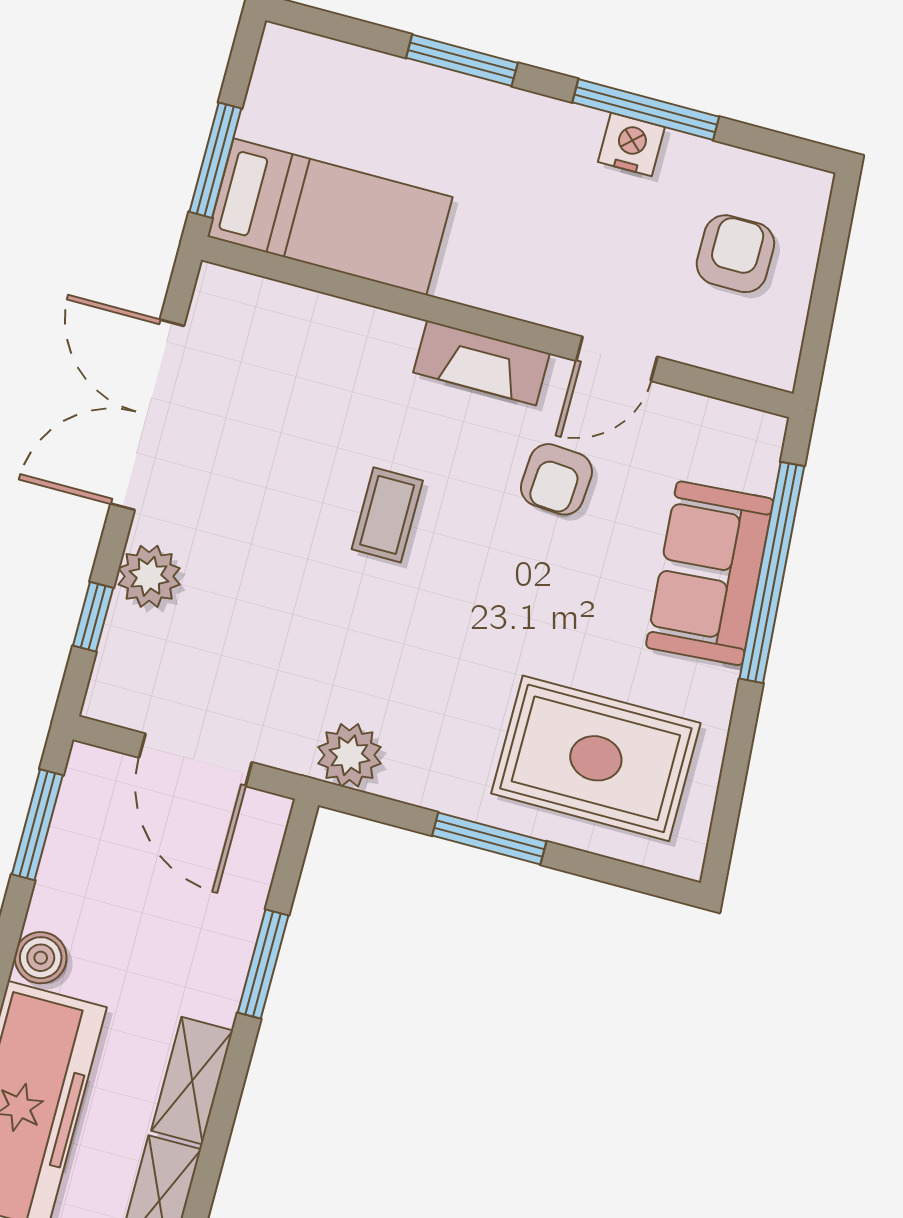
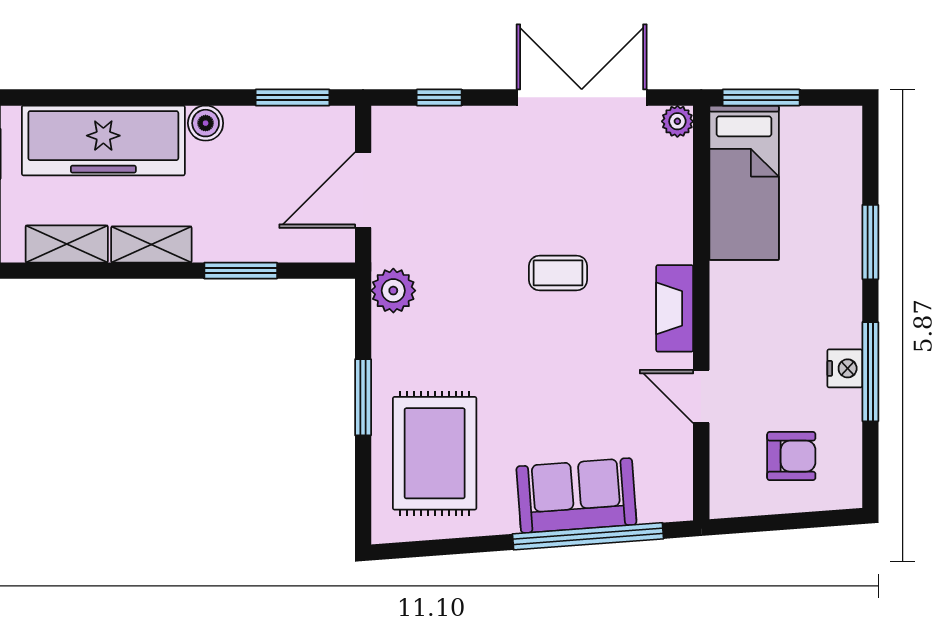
armchair: (556, 479) -> (611, 378), removed
plant: (149, 576) -> (677, 121), moved, width x0.73, depth x0.73

